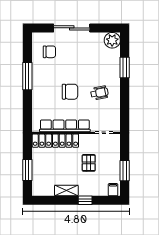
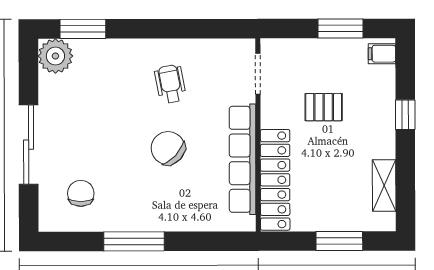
window: (125, 68) -> (83, 29), moved
chair: (70, 92) -> (168, 148), turned -47
shelving: (66, 191) -> (384, 186), moved

